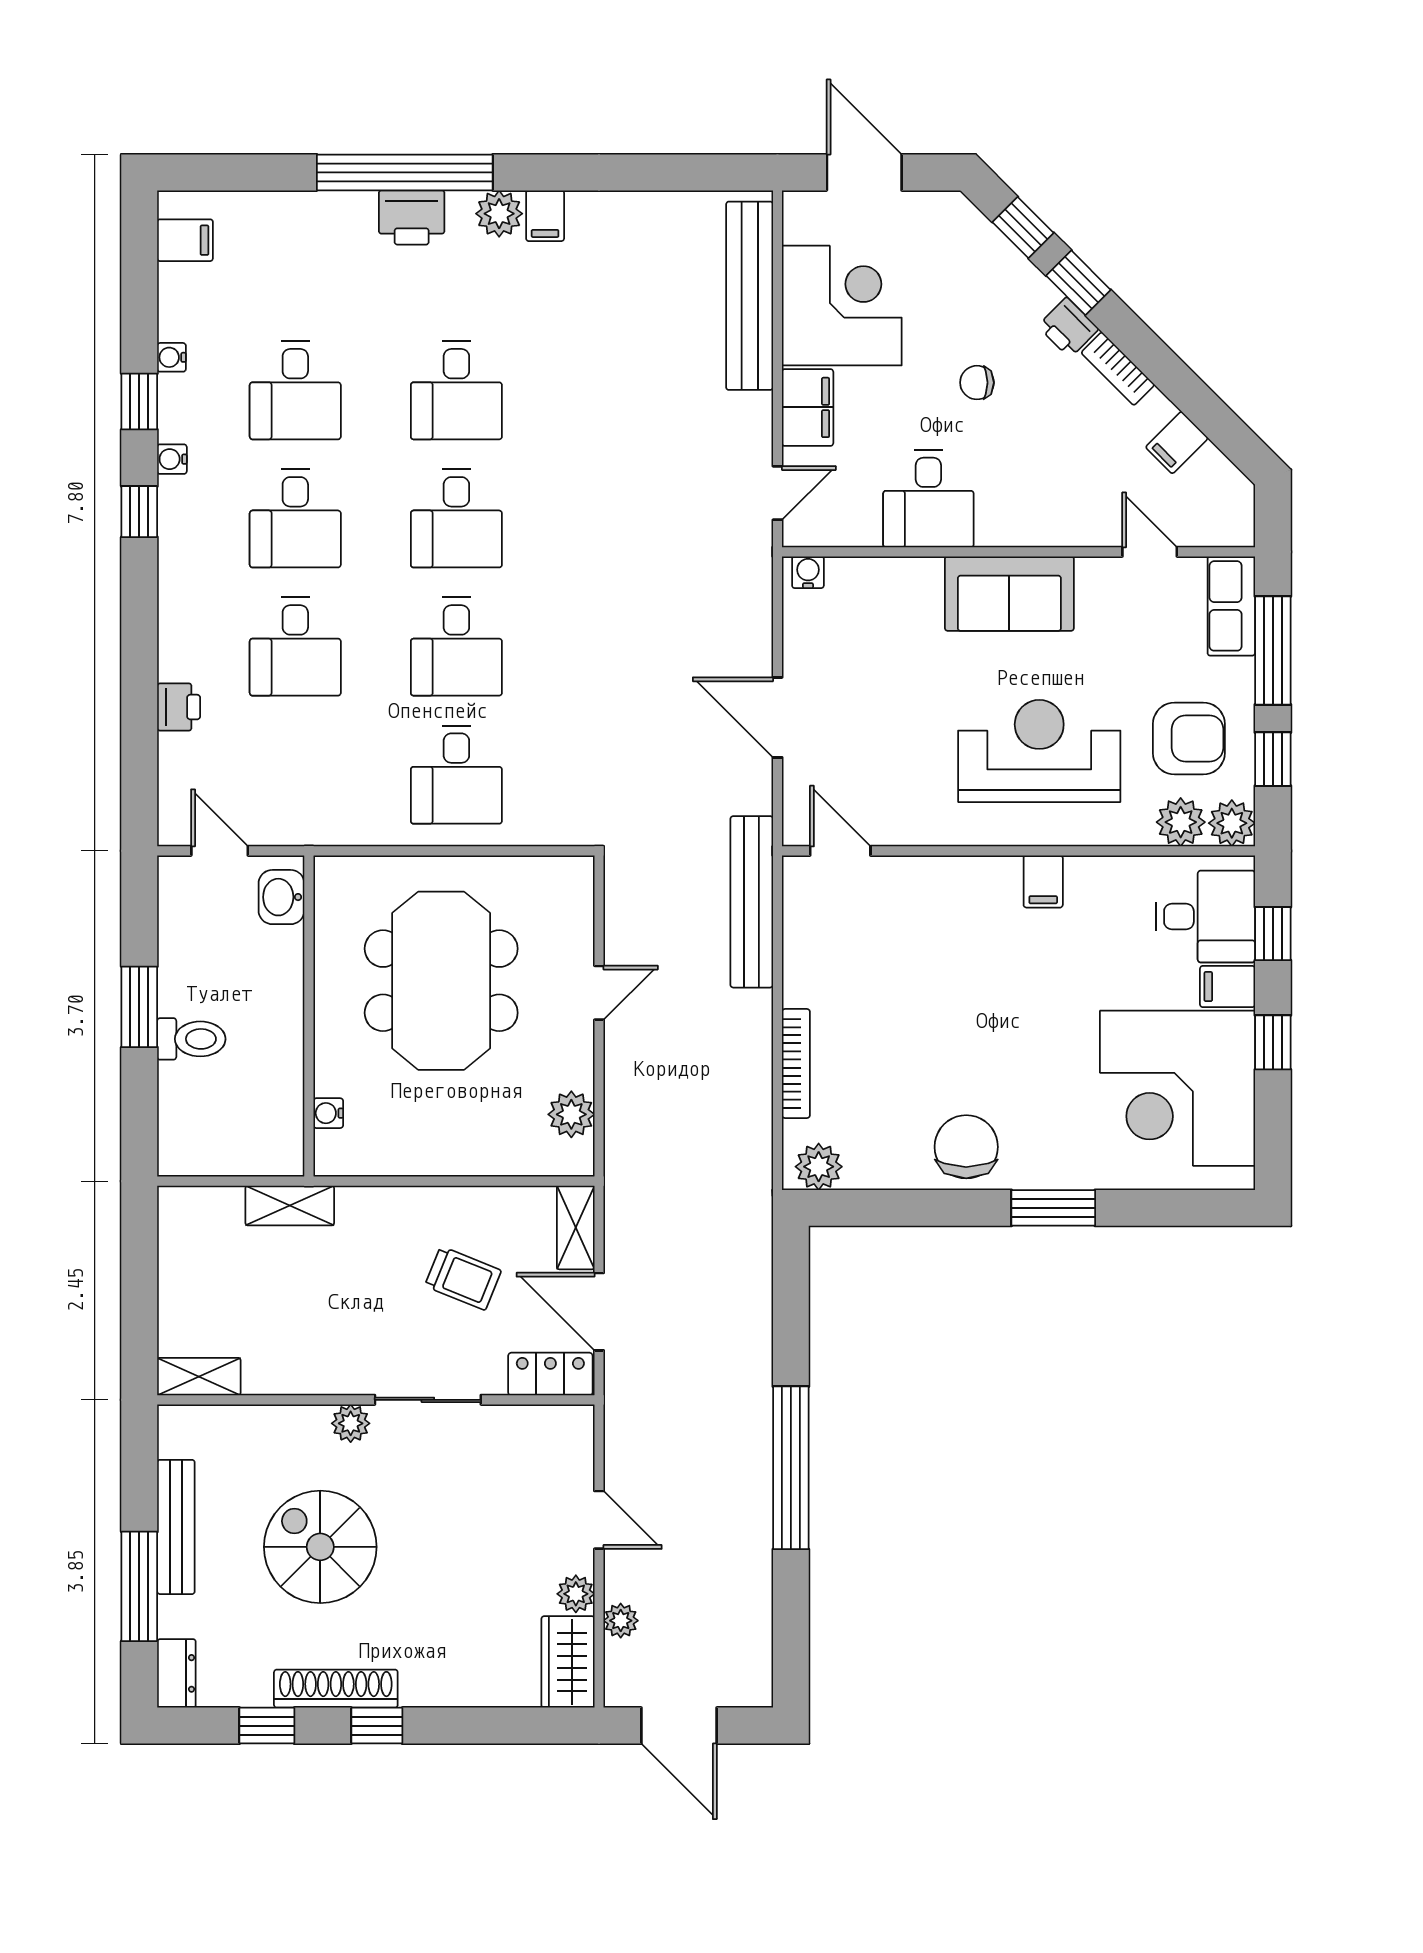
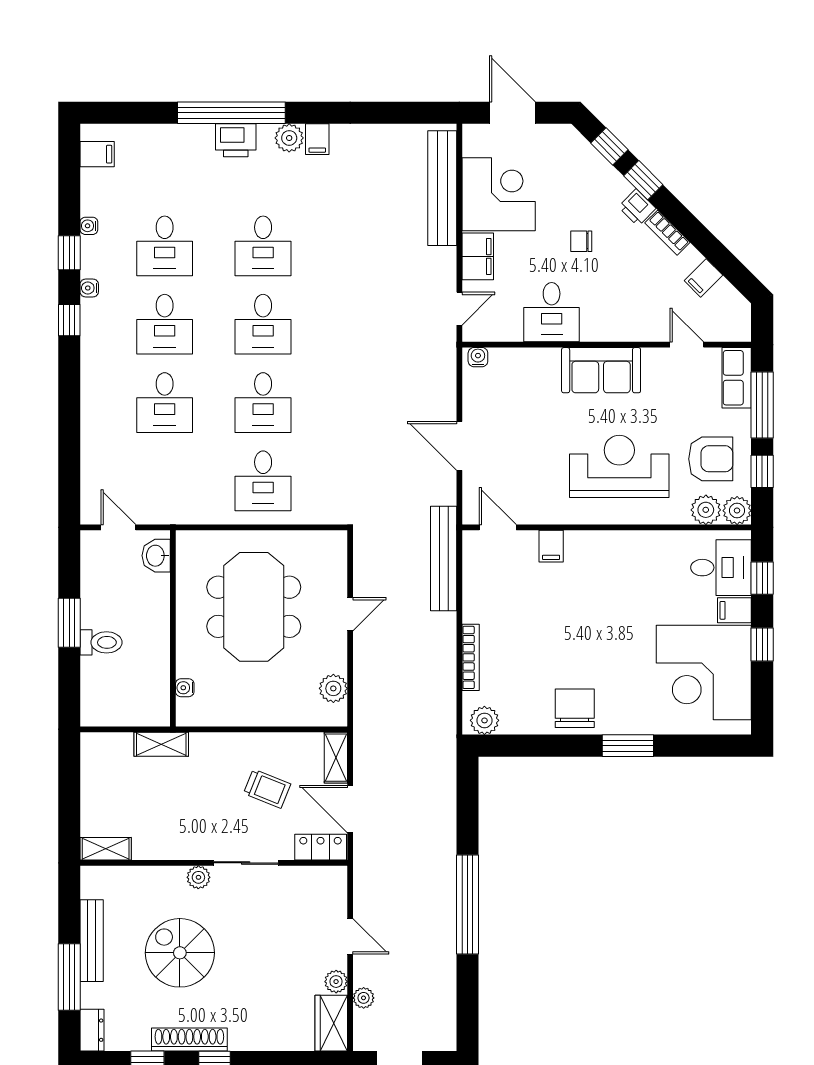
printer: (179, 707) -> (93, 440), removed
filing cabinet: (1043, 881) -> (551, 546), moved

